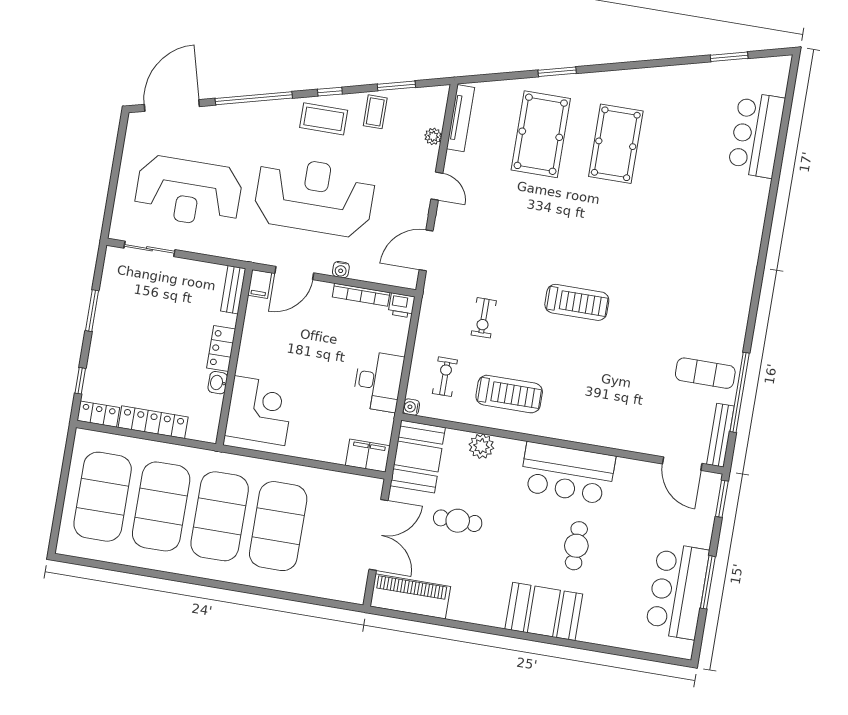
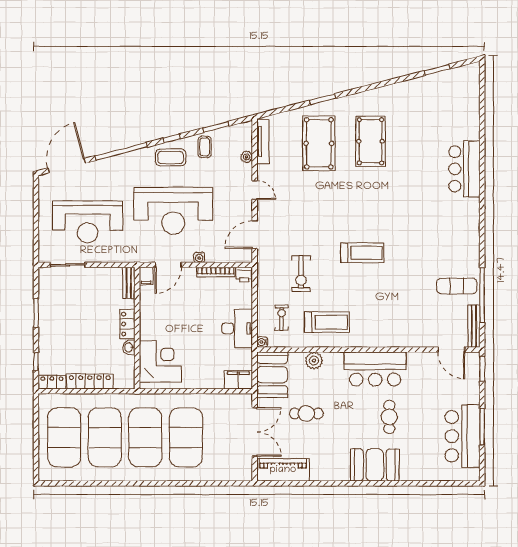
bar counter: (756, 135) -> (464, 169), moved
reception desk: (314, 196) -> (173, 211), turned 180
exercise bike: (484, 318) -> (301, 274), width x1.38, depth x1.39

